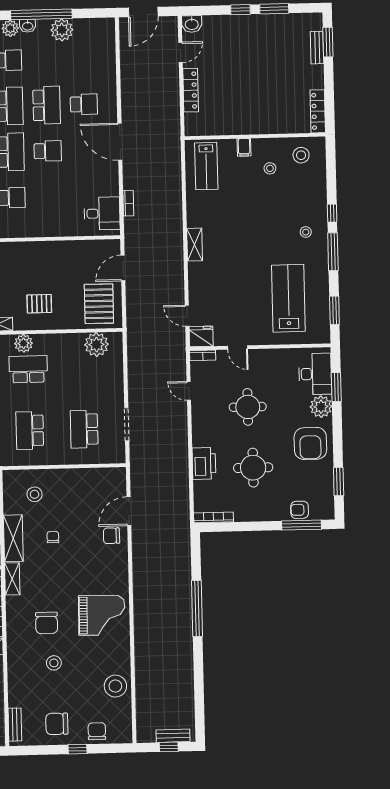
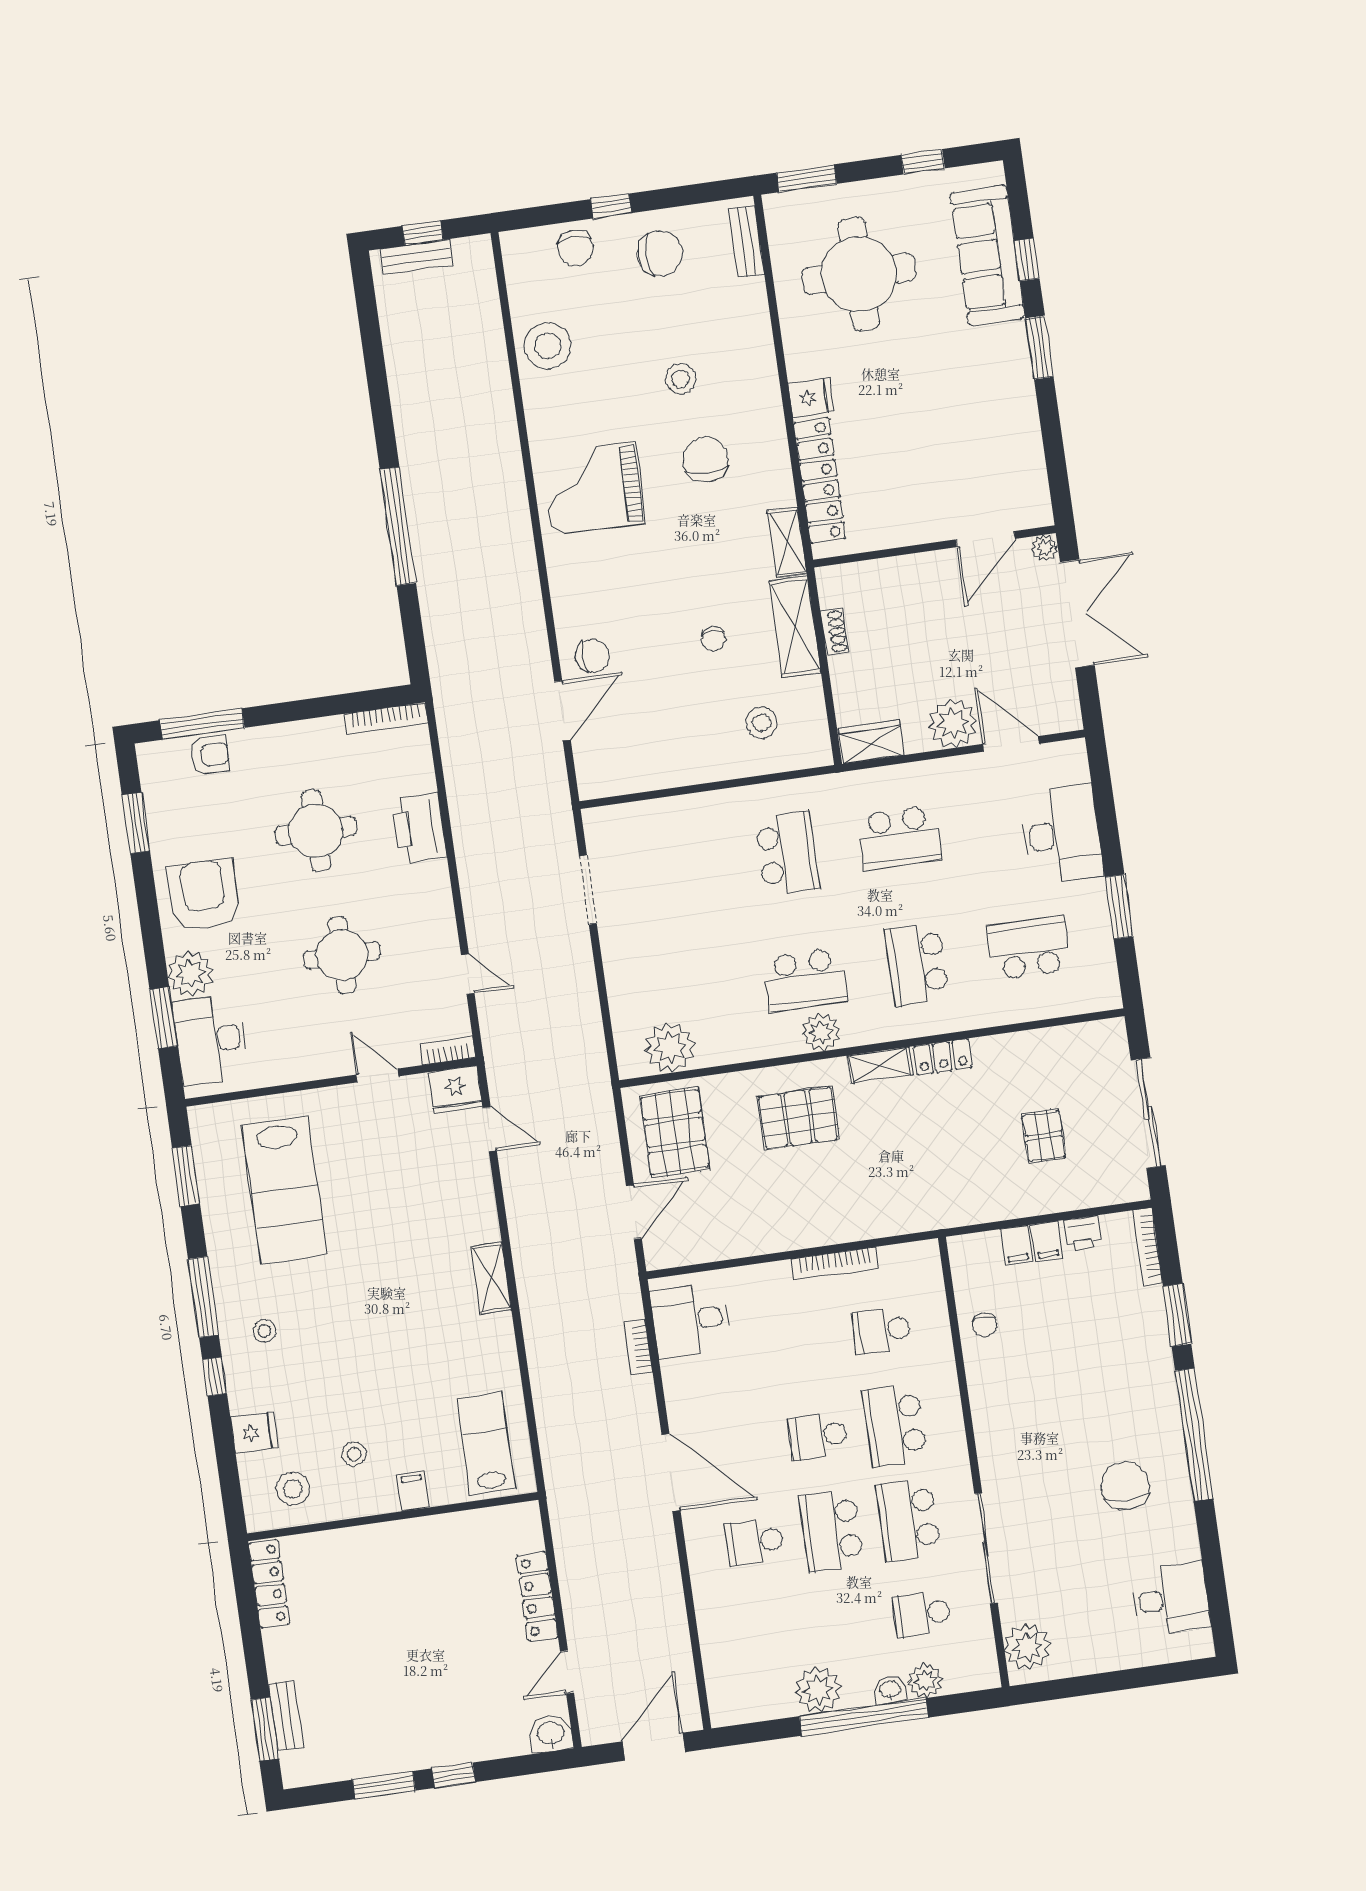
fridge: (316, 184) -> (254, 1433), added
bookcase: (30, 232) -> (835, 1264), added
pallet: (39, 304) -> (798, 1118), width x1.50, depth x1.42
school desk: (84, 429) -> (675, 869), removed

